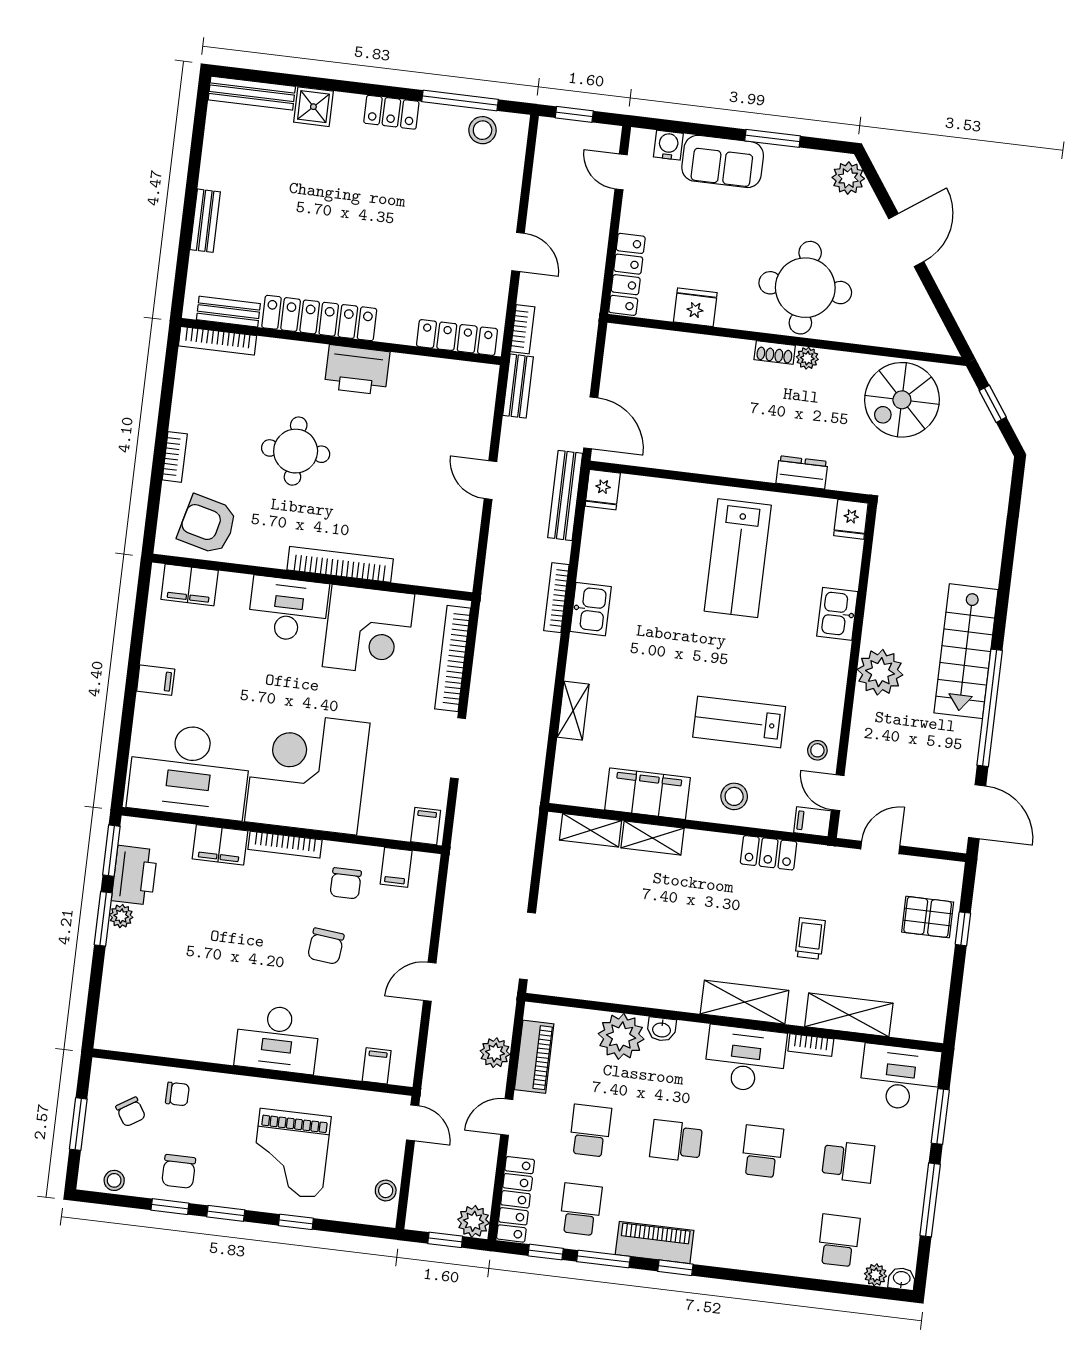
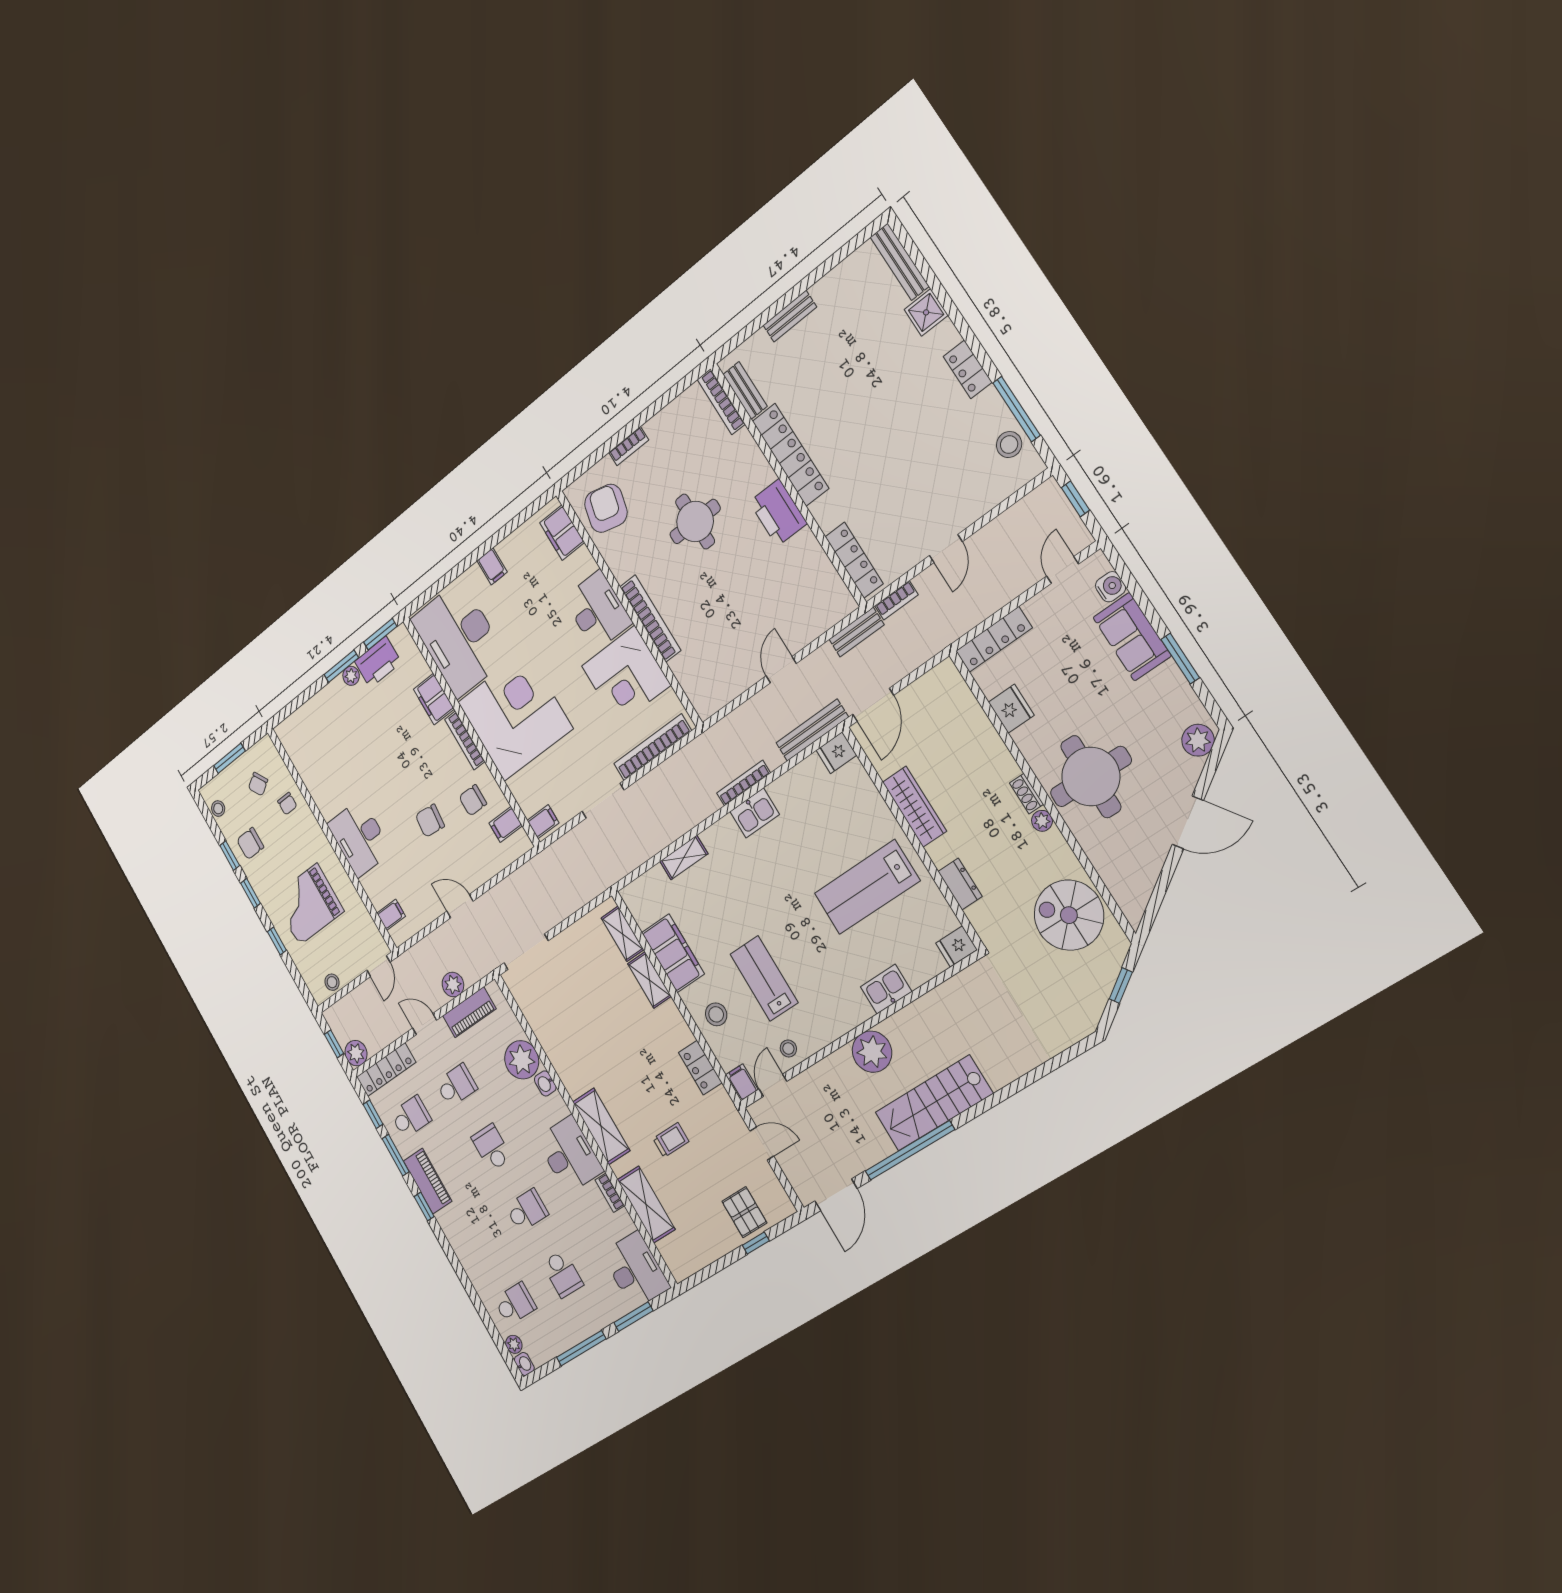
wardrobe: (706, 458) -> (914, 807), added

